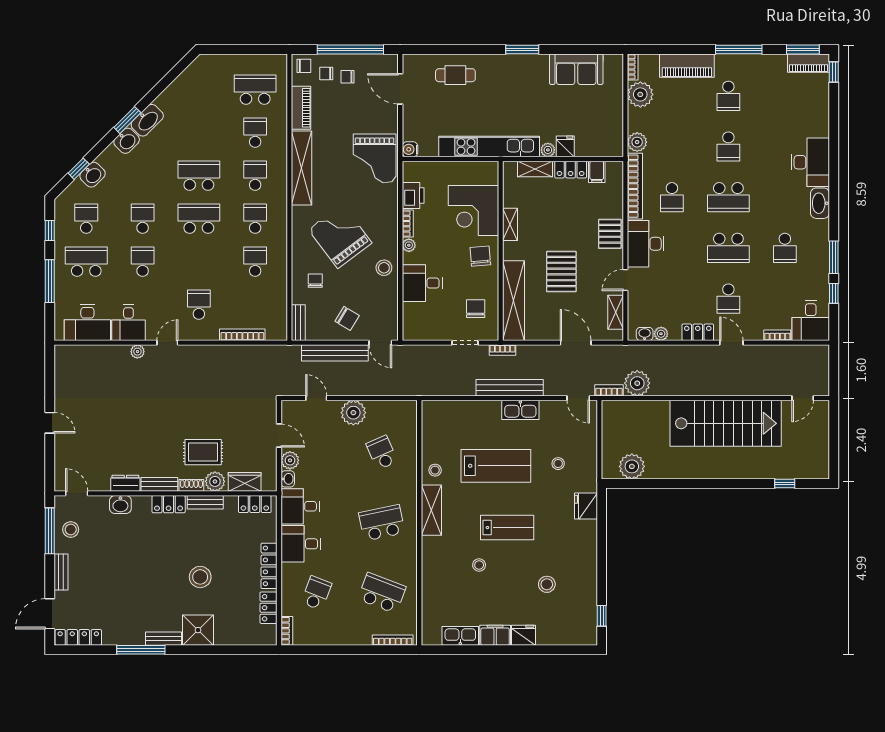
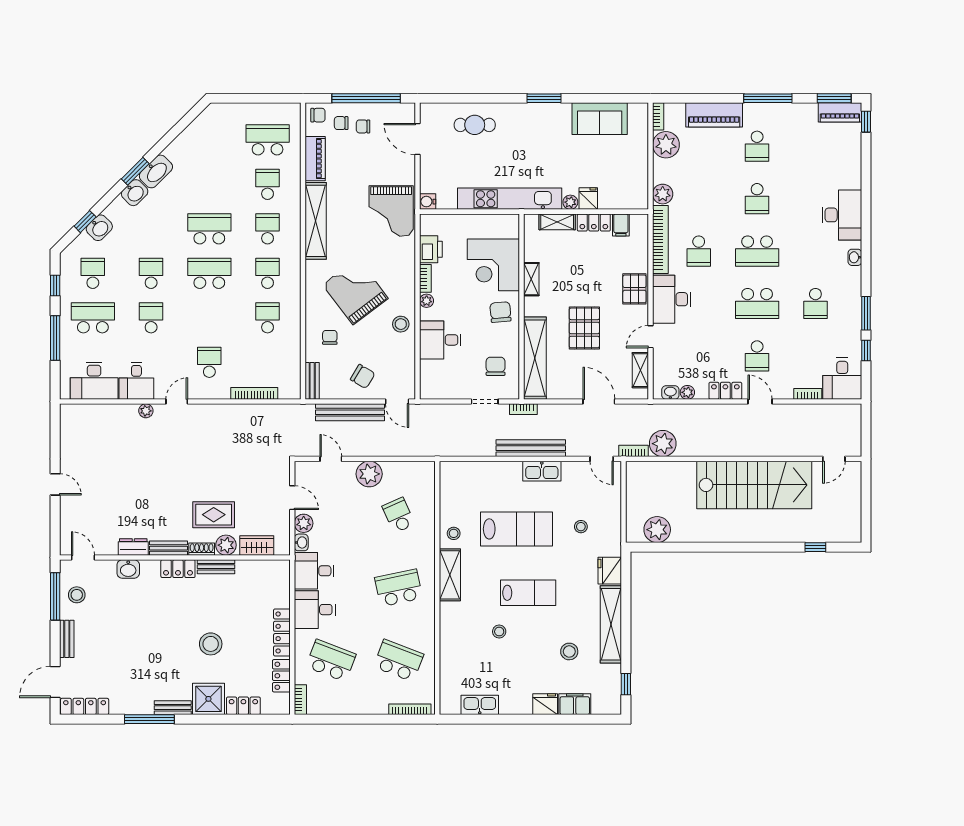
washbasin: (820, 203) -> (855, 257), width x0.52, depth x0.69
locker: (255, 504) -> (243, 706), moved, turned 180
shelving: (587, 558) -> (611, 624), added
school desk: (316, 593) -> (331, 661), width x1.85
filing cabinet: (495, 635) -> (575, 704), moved

